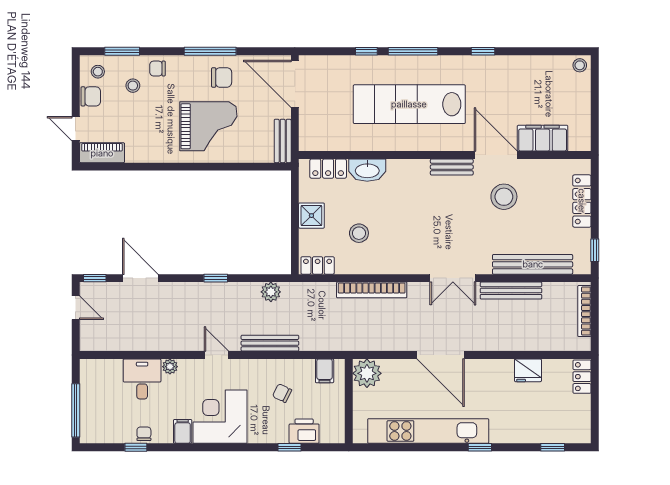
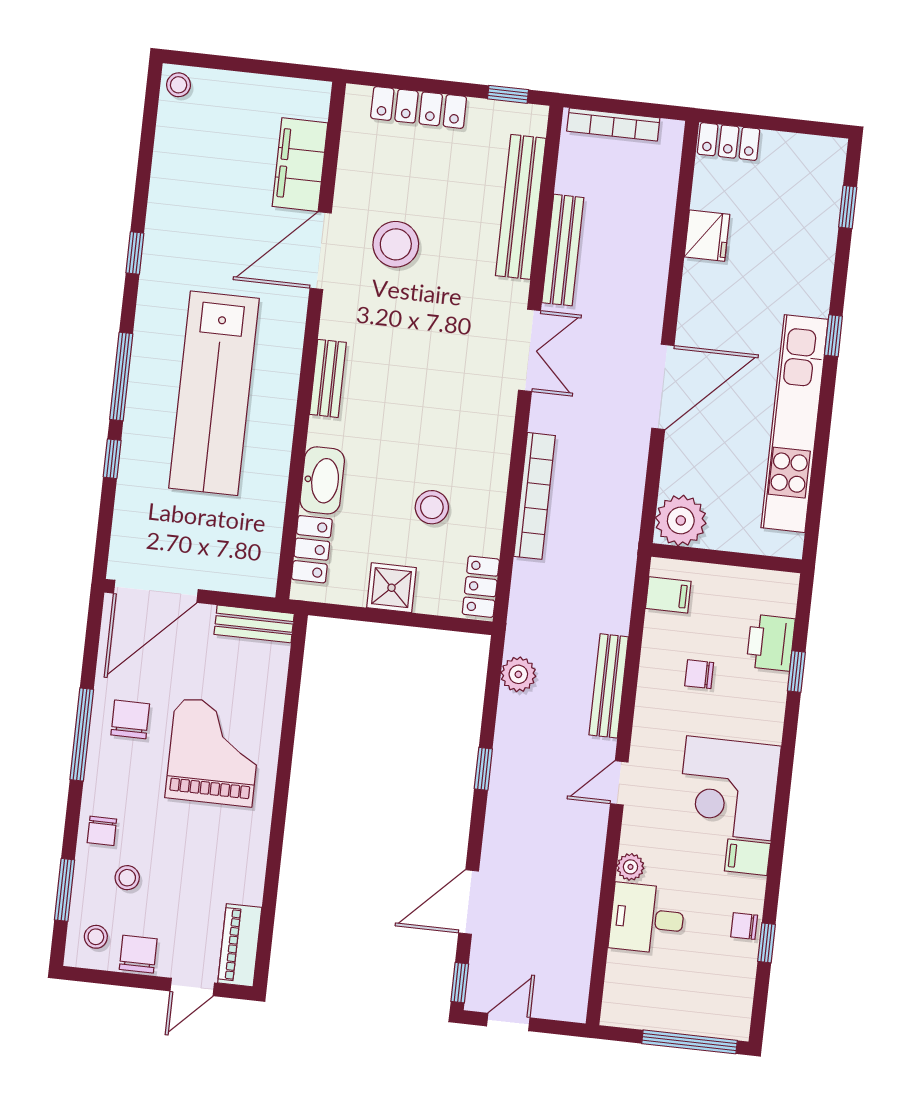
bench: (452, 167) -> (328, 378), moved
chair: (282, 393) -> (699, 674), turned 64

